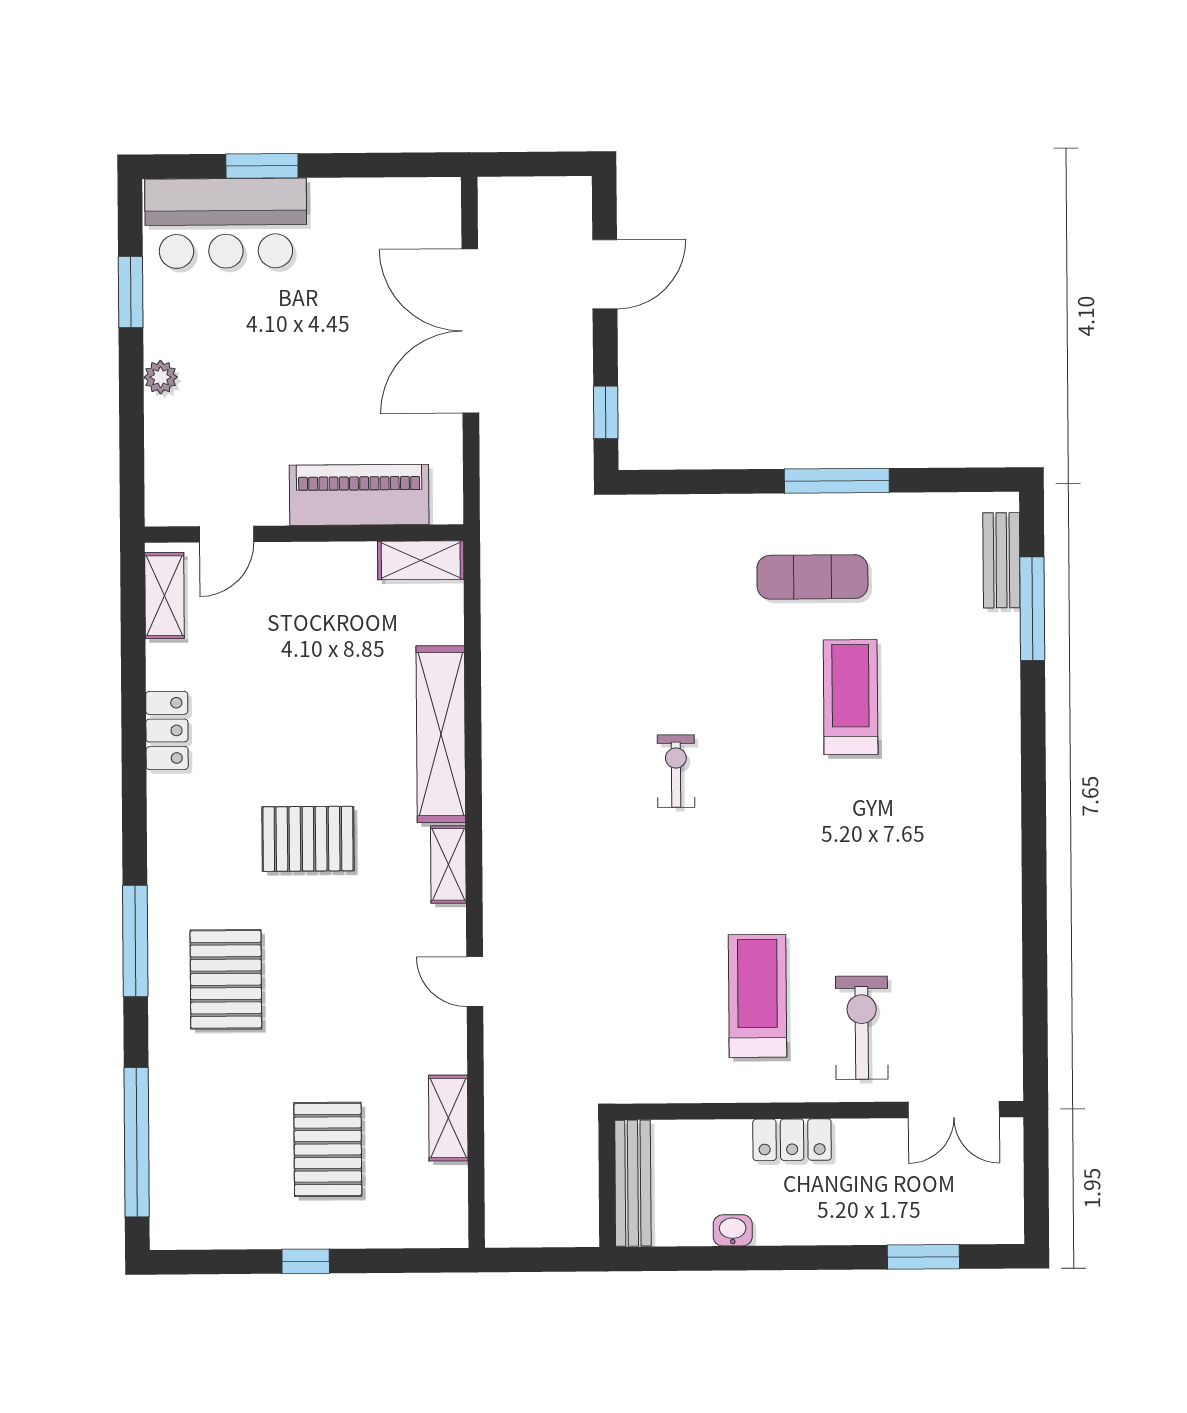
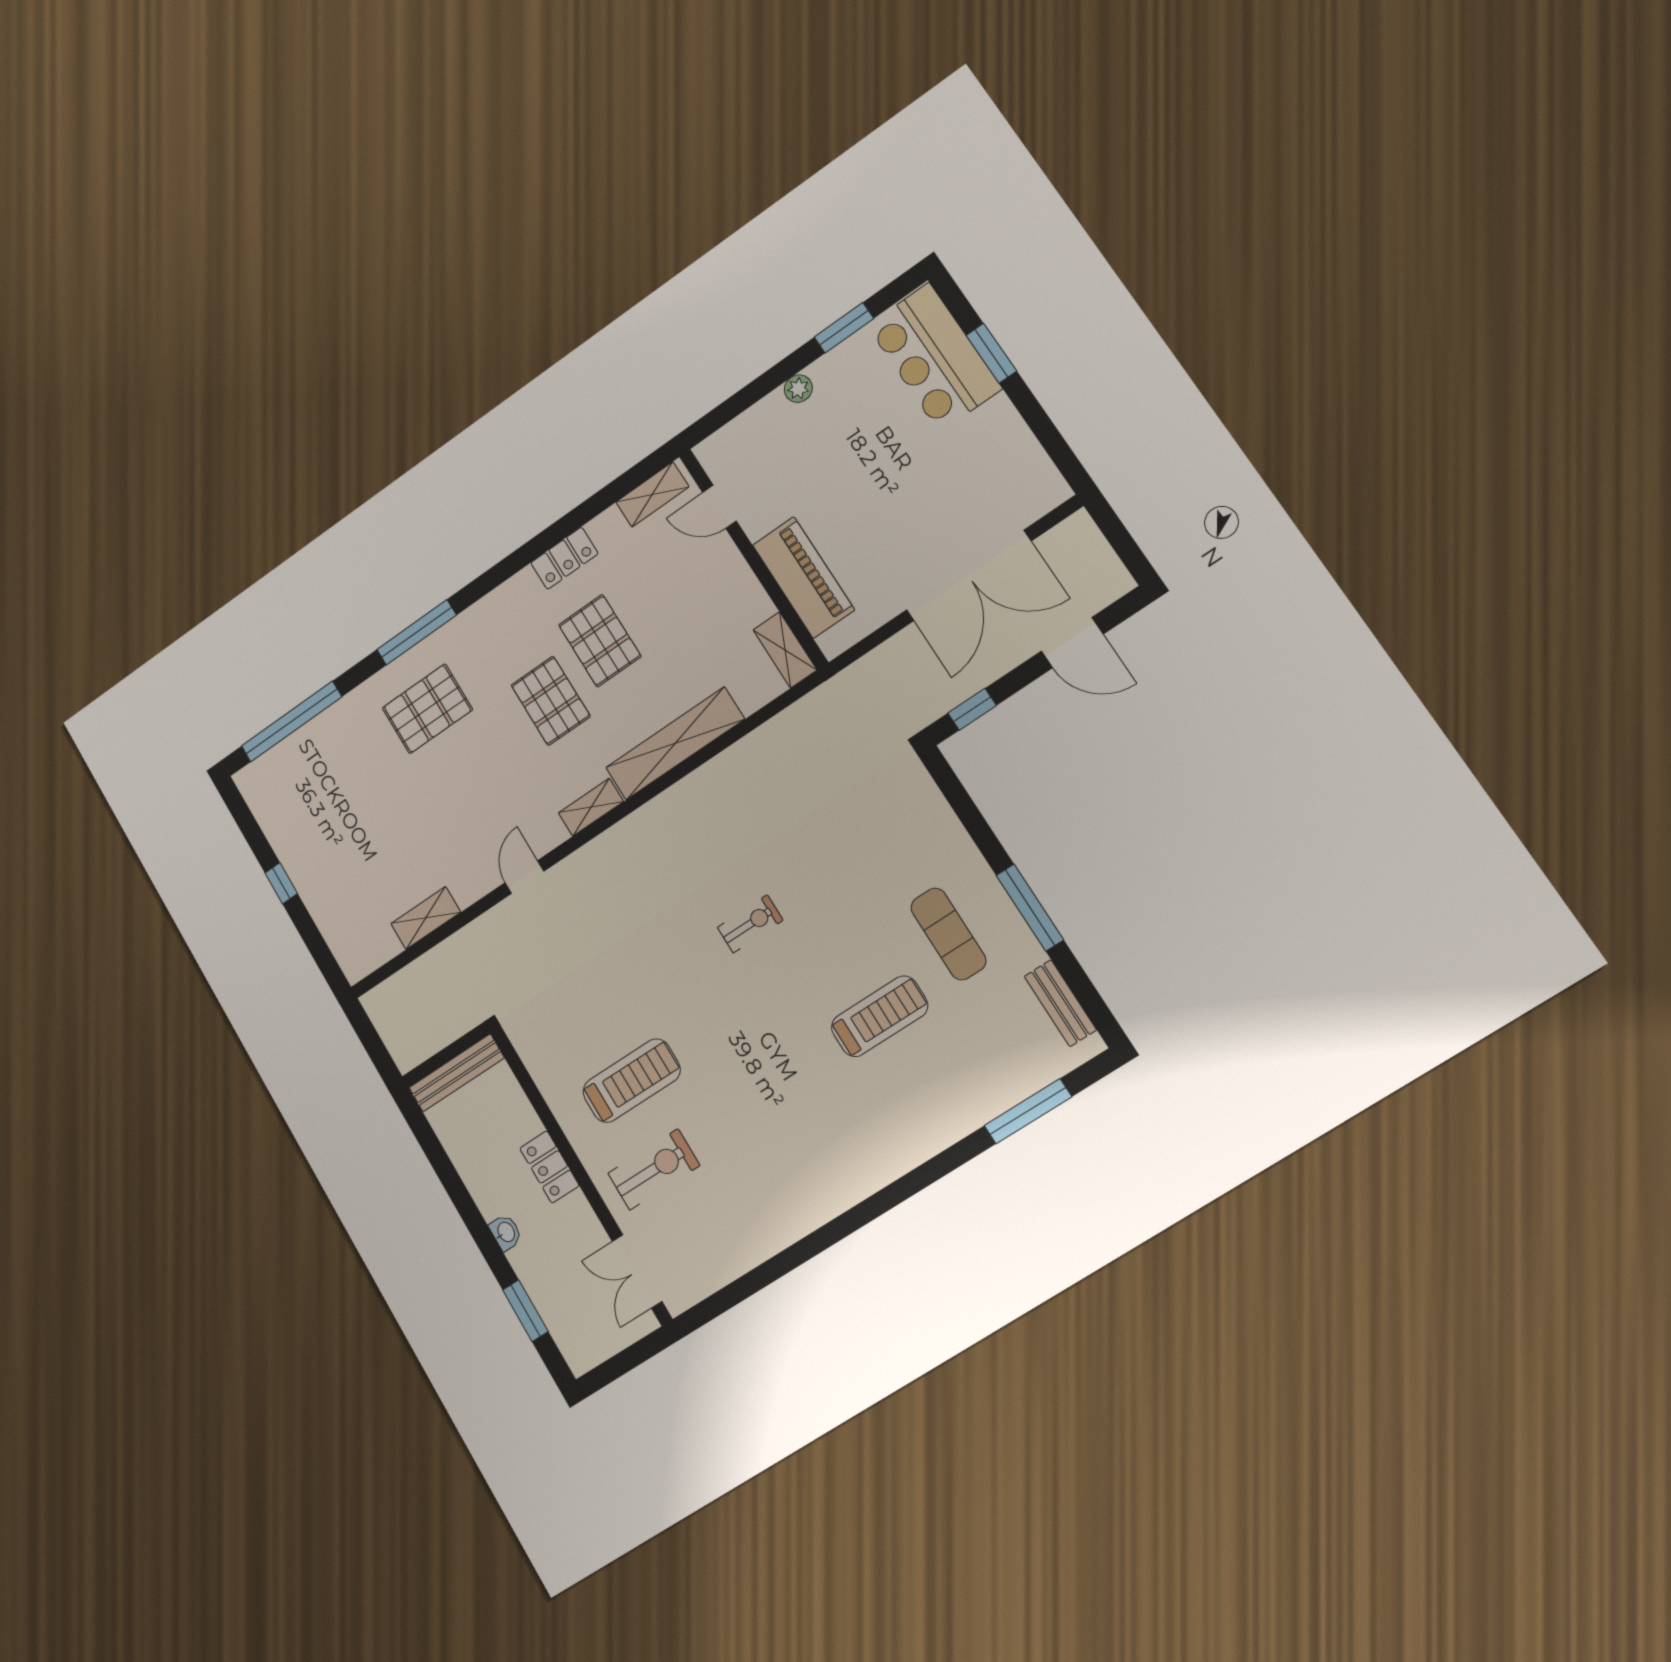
double door: (470, 331) -> (968, 576), swing flipped
bench: (1001, 560) -> (1060, 1003), moved, turned 90
pallet: (328, 1149) -> (600, 641), moved, turned 90
washbasin: (733, 1230) -> (506, 1232), moved

